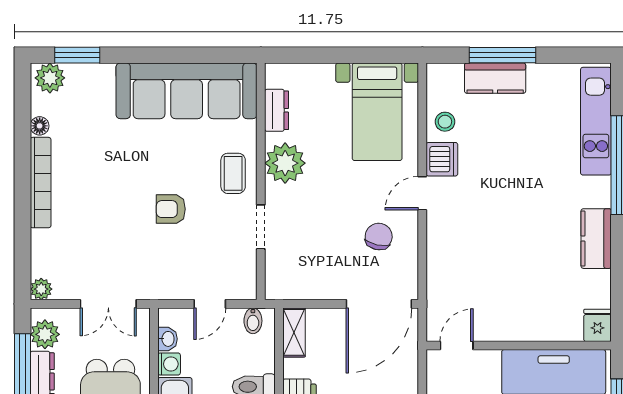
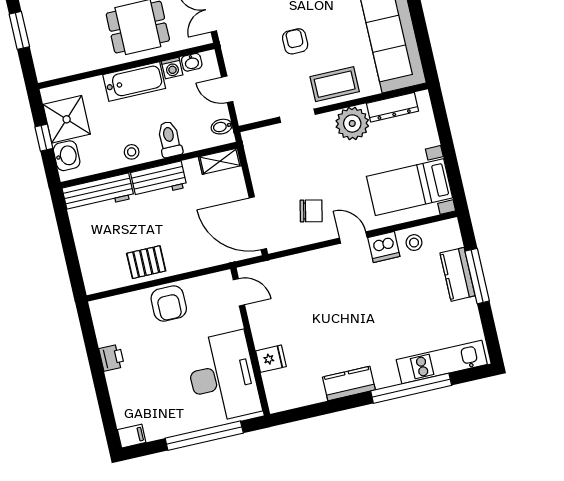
dresser: (277, 110) -> (393, 107), width x1.44
coffee table: (233, 173) -> (335, 84), width x1.36, depth x1.30
fridge: (597, 325) -> (271, 359), moved

